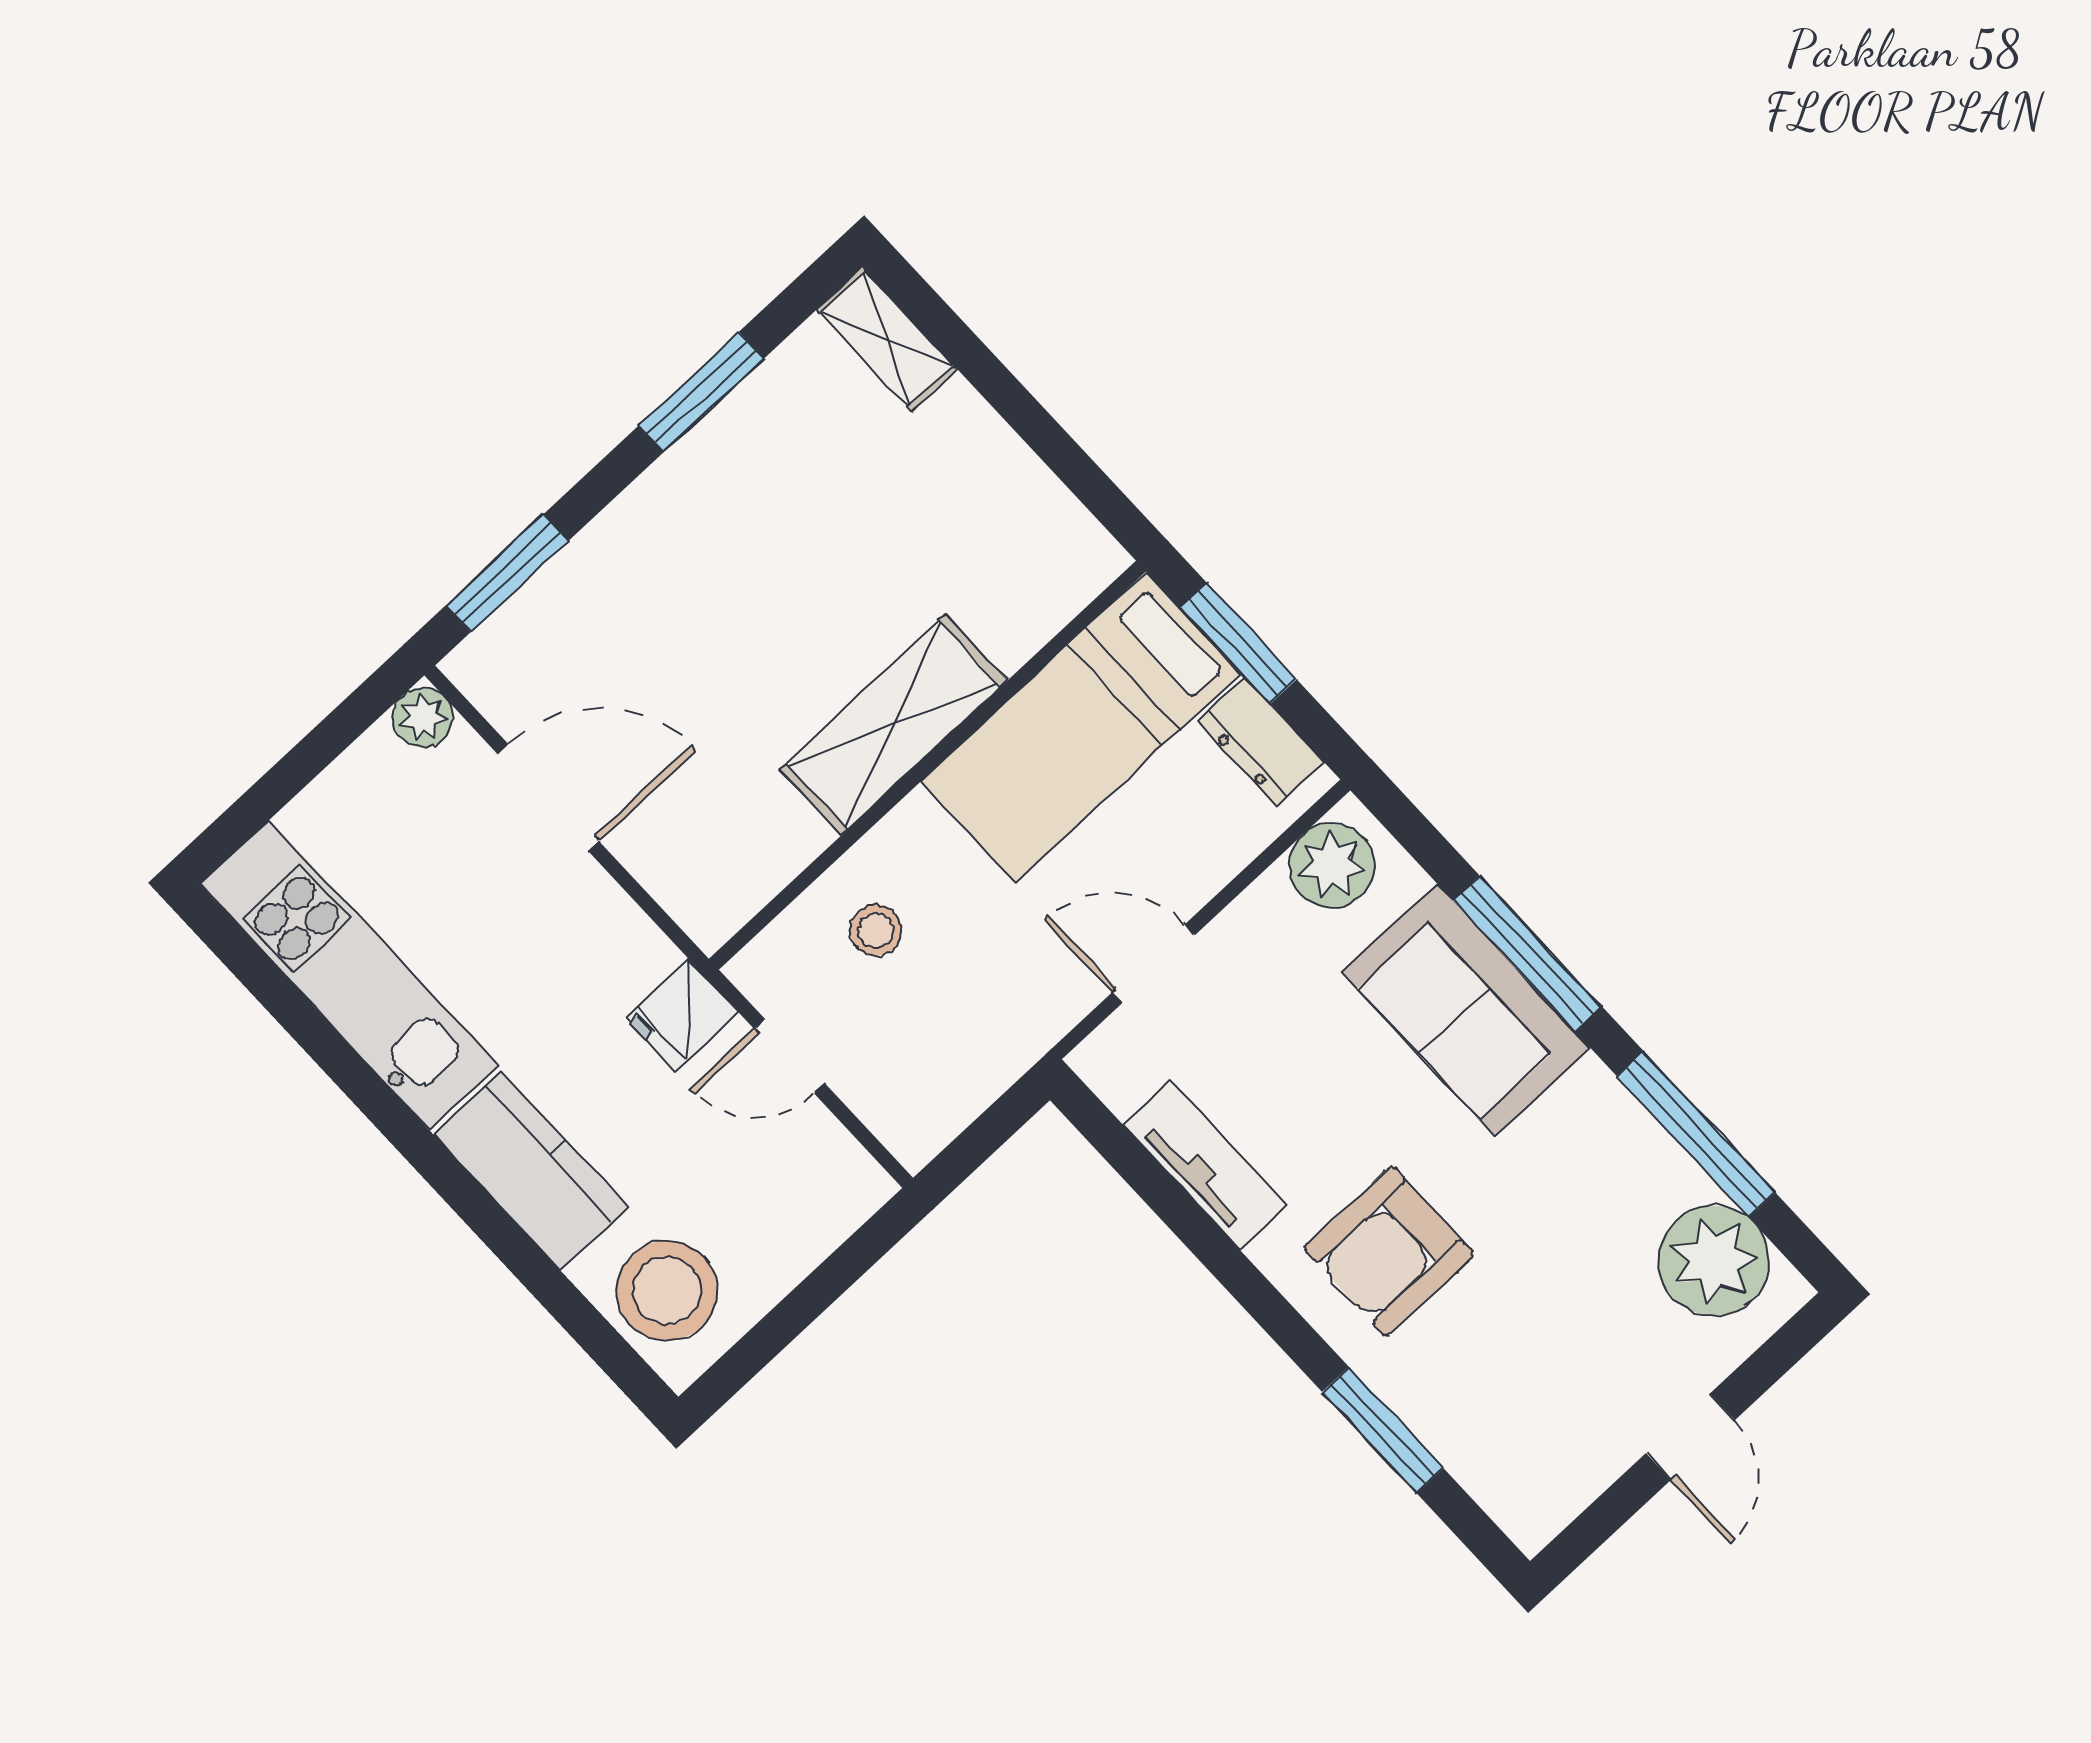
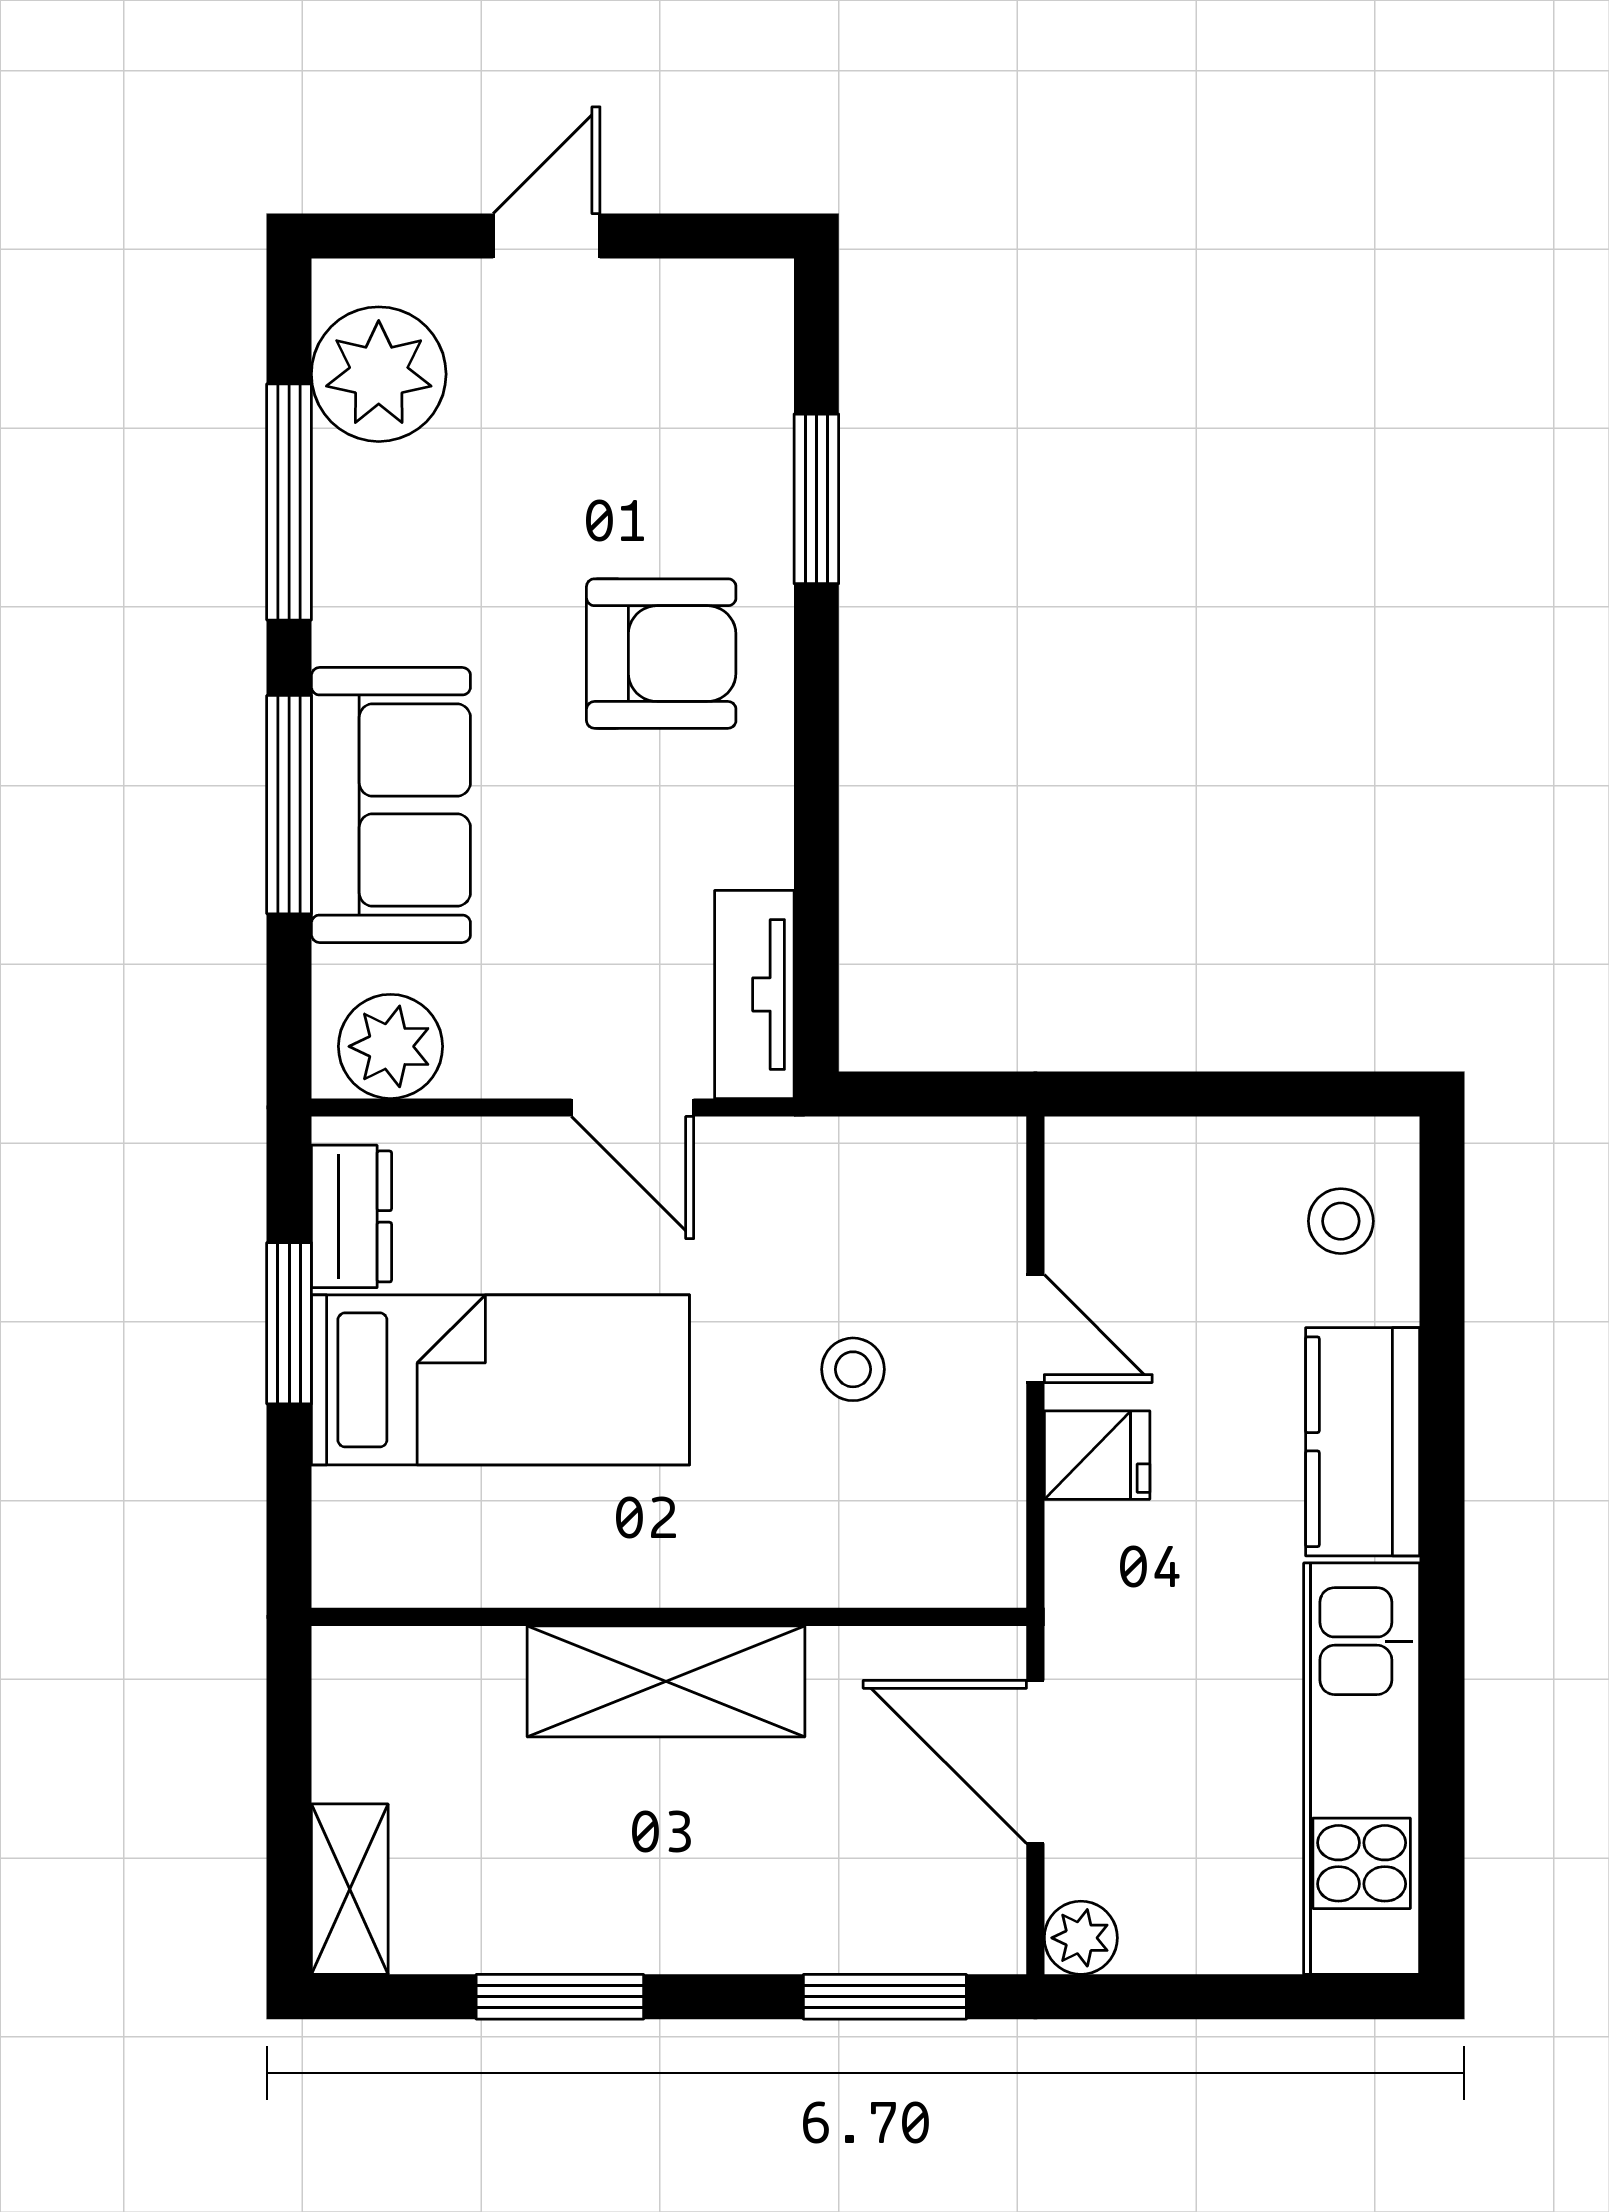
shelving: (893, 725) -> (666, 1681), moved
wall: (927, 765) -> (669, 1617), moved
tv unit: (1205, 1166) -> (754, 994), moved
stool: (667, 1291) -> (1341, 1221), width x0.53, depth x0.53

